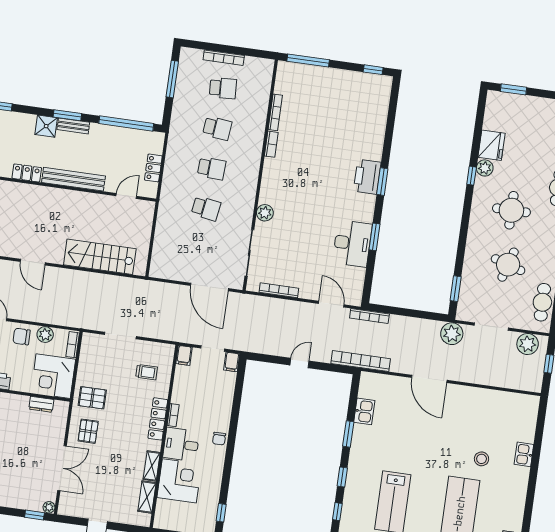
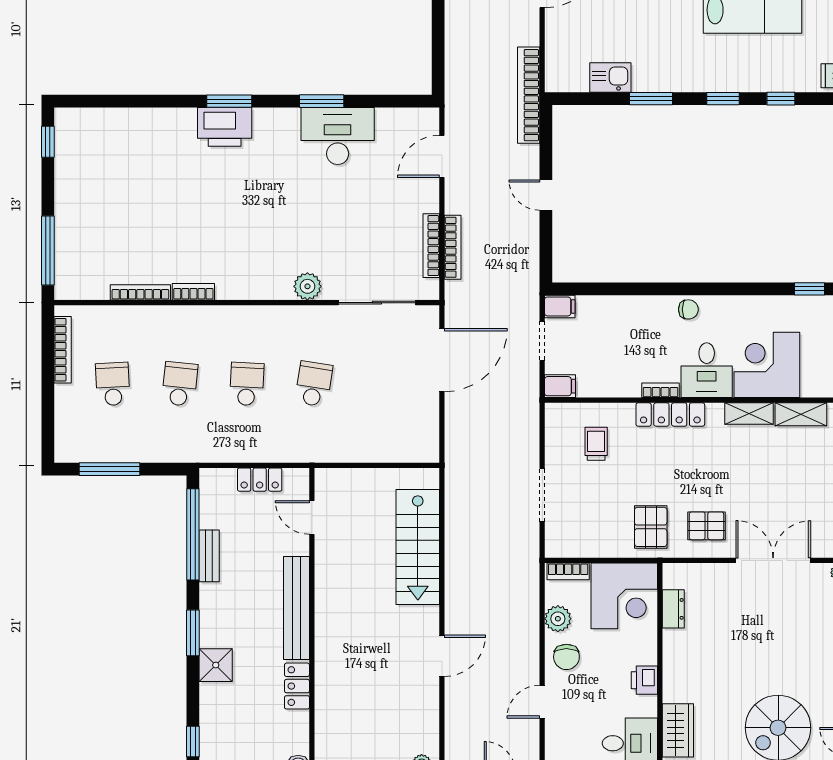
bookcase: (224, 58) -> (63, 350), moved
bench: (73, 126) -> (209, 556), moved
bookcase: (369, 316) -> (453, 247), moved

